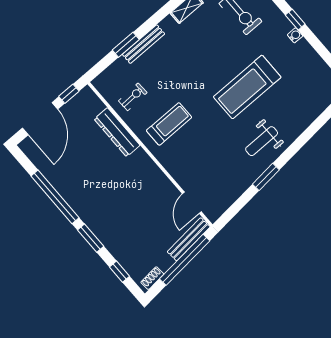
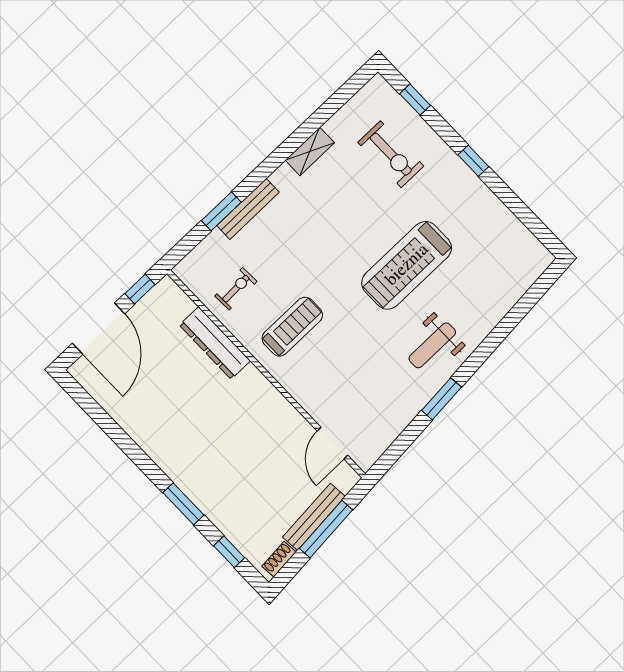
water cooler: (295, 35) -> (474, 184), removed
window: (55, 197) -> (127, 445), removed
bench: (189, 239) -> (314, 517), moved
window: (185, 260) -> (326, 529), width x0.68

